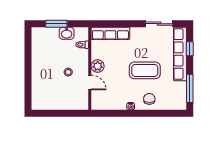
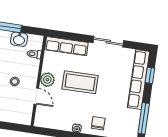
sliding door: (159, 24) -> (108, 42), moved
coffee table: (145, 70) -> (80, 82), moved

